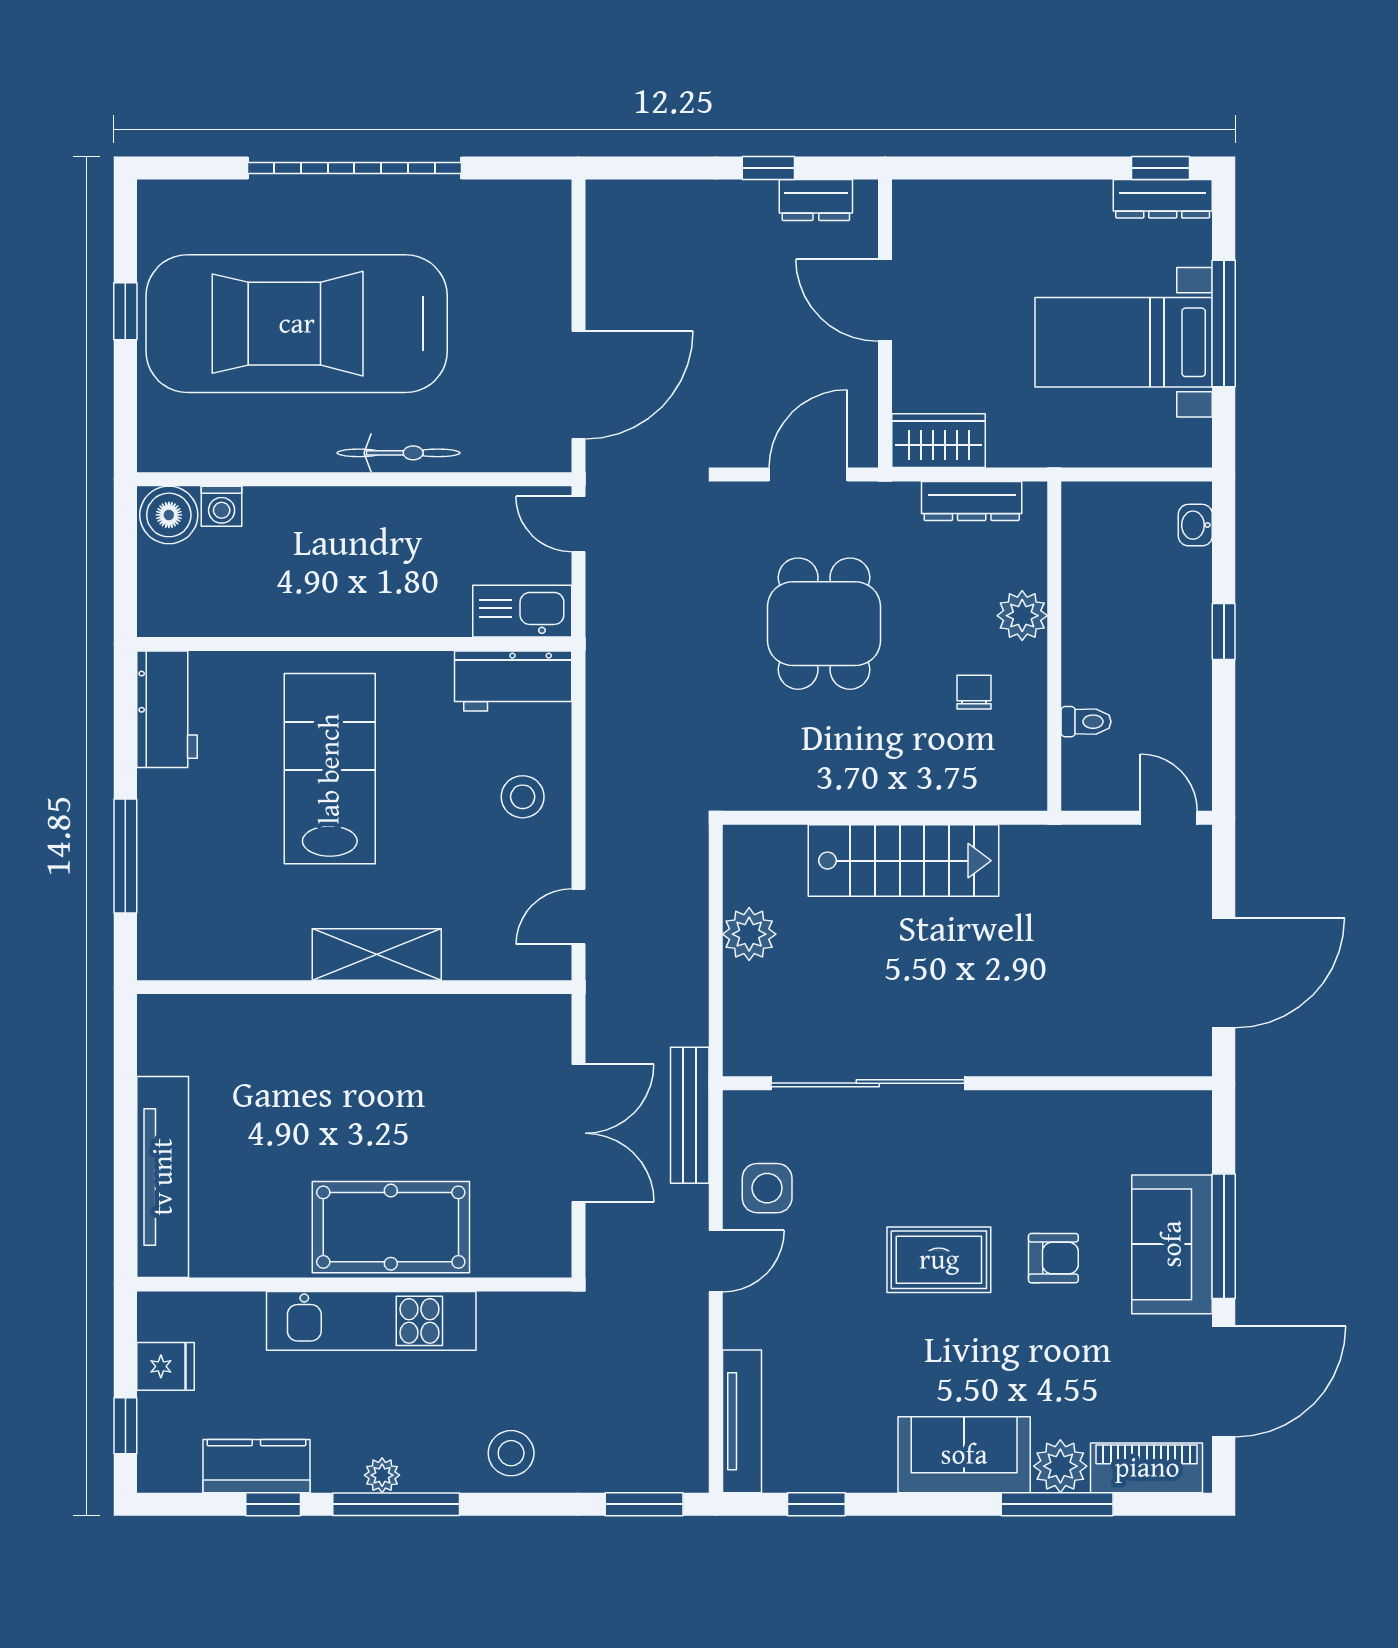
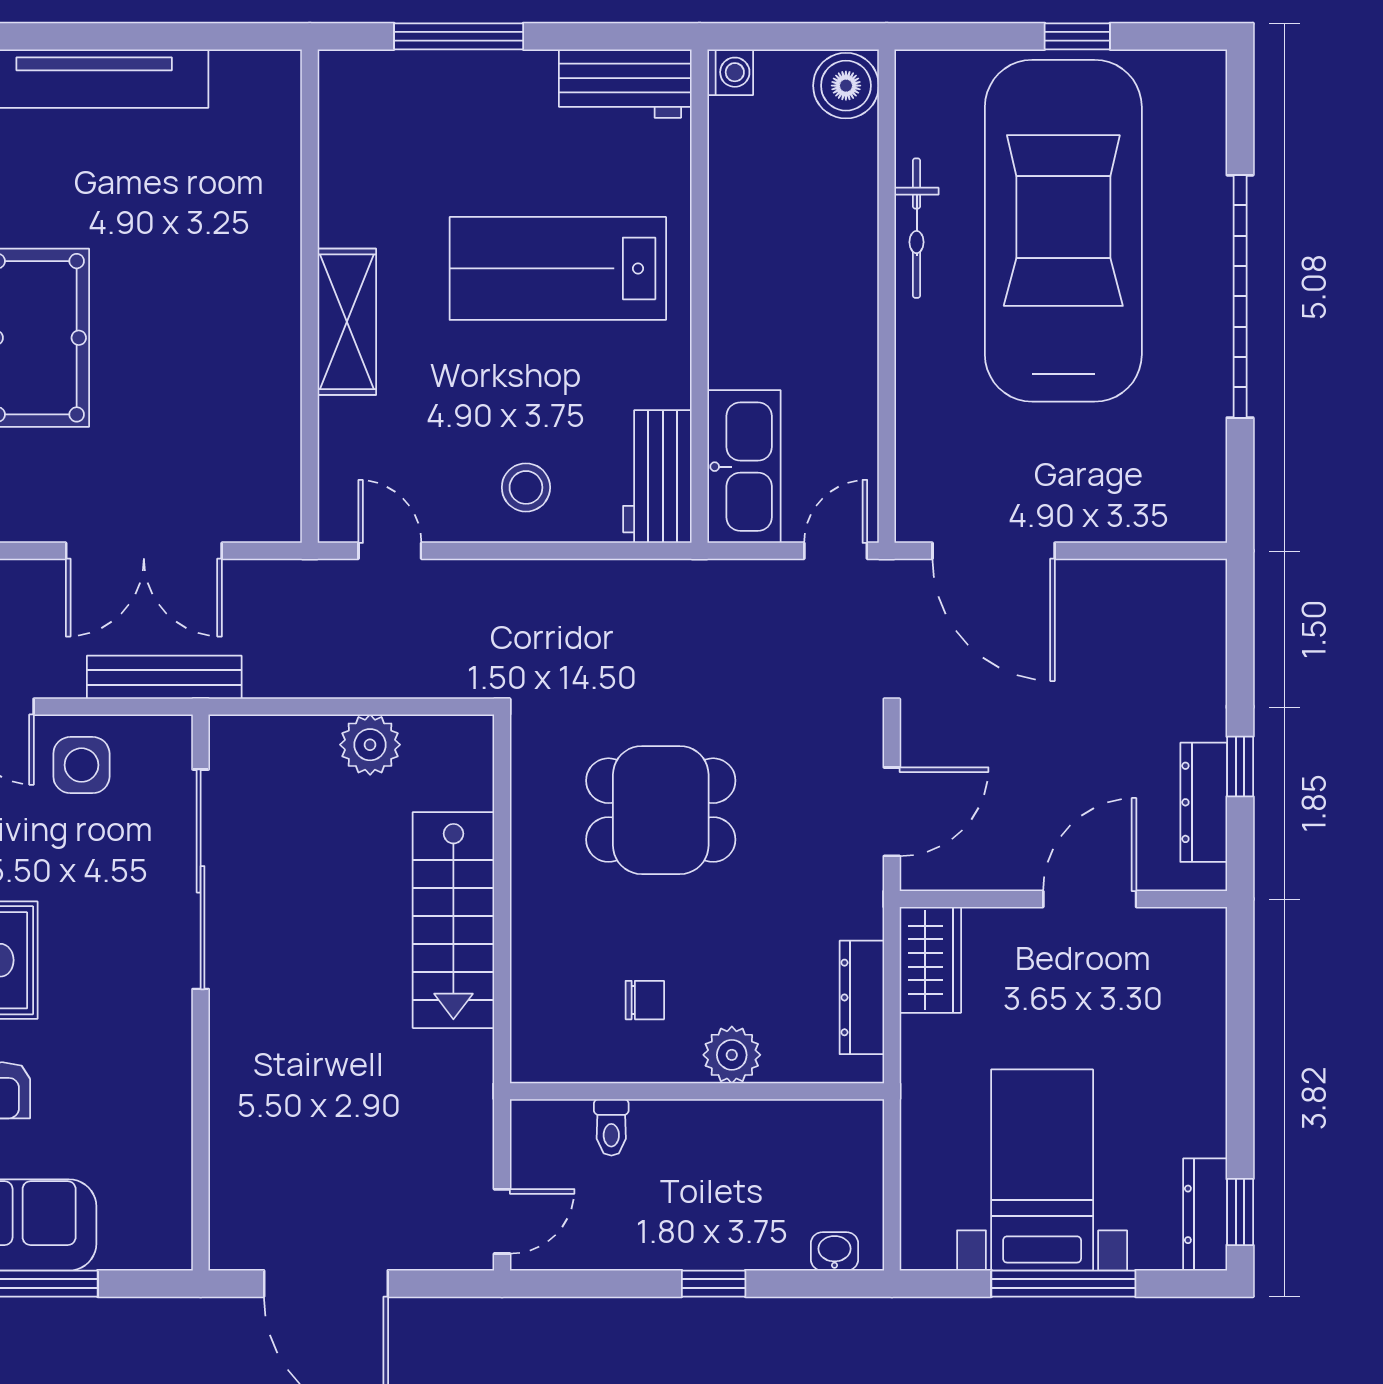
dresser: (816, 200) -> (1204, 802), width x1.44
bicycle: (398, 453) -> (917, 228), moved
door: (808, 475) -> (892, 812), hinge flipped
washing machine: (222, 506) -> (730, 72), moved, turned 180
kitchen sink: (522, 611) -> (744, 467), width x1.36, depth x1.24
dining table: (824, 624) -> (661, 810), moved
lab bench: (330, 769) -> (558, 268), turned 180

